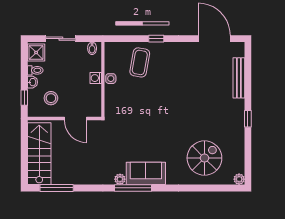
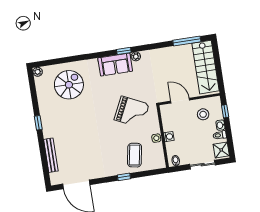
grand piano: (135, 114) -> (132, 112), added
spiral stairs: (204, 158) -> (69, 85), turned 180
window: (133, 188) -> (124, 51), width x0.46

